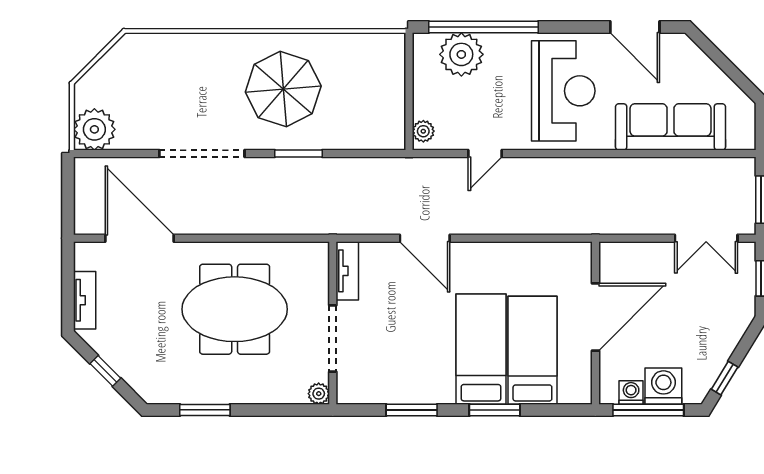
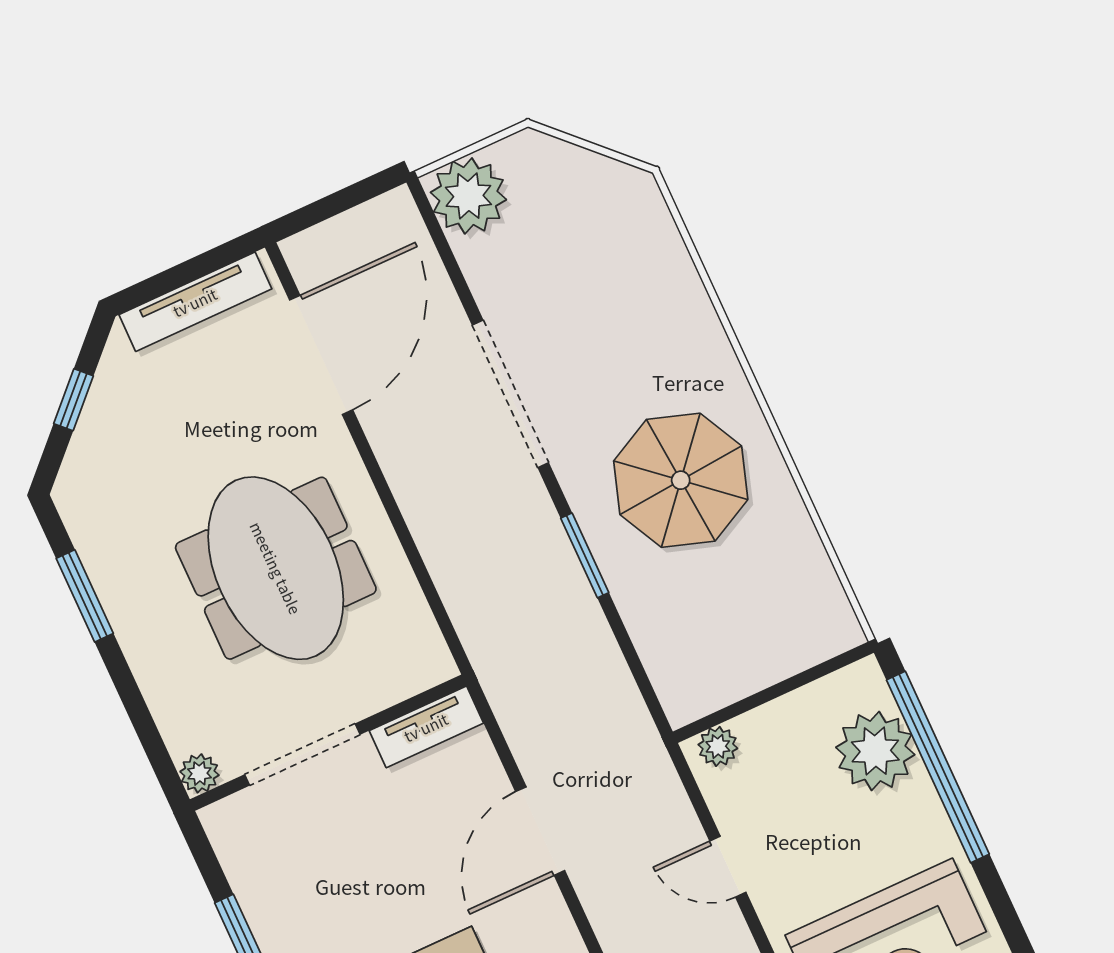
tv unit: (85, 300) -> (195, 302), width x1.41

